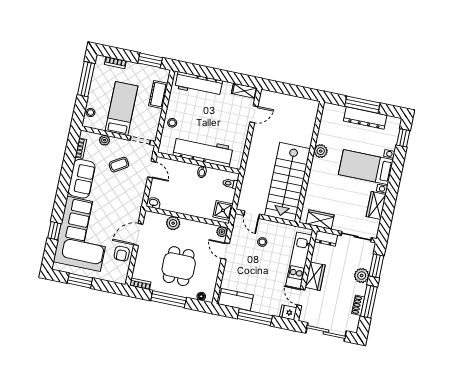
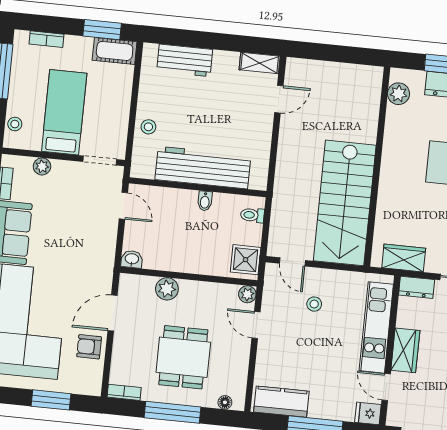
workbench: (199, 84) -> (185, 60), width x0.73
cot: (158, 95) -> (115, 51), moved, turned 90
plant: (321, 151) -> (399, 94), moved
coffee table: (119, 165) -> (69, 203), removed
armchair: (122, 254) -> (89, 347), turned 90
window: (80, 281) -> (51, 400), moved

